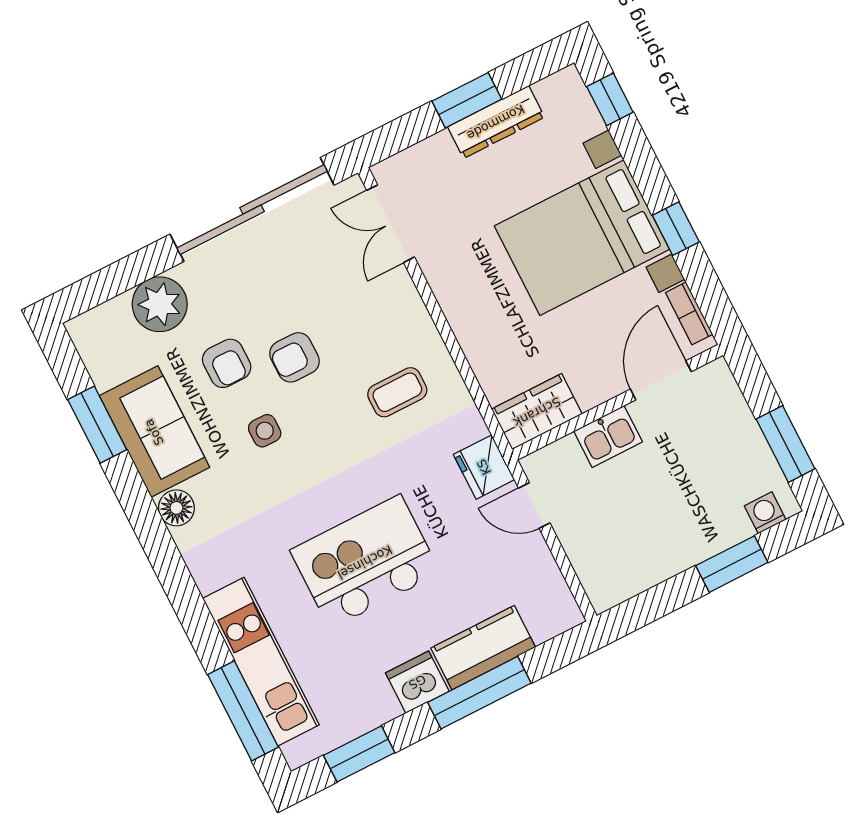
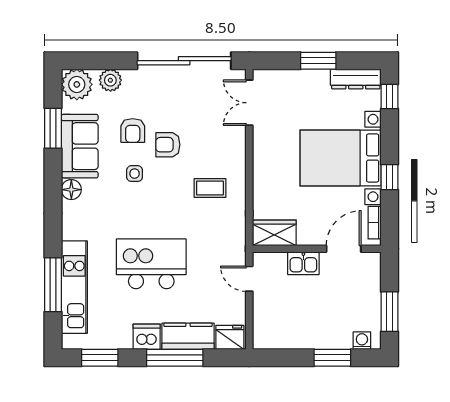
dresser: (496, 122) -> (356, 79), moved
plant: (160, 304) -> (110, 80), width x0.73, depth x0.73
plant: (100, 335) -> (77, 84), added
fridge: (484, 467) -> (230, 337), moved, turned 90
window: (243, 711) -> (53, 285), moved

